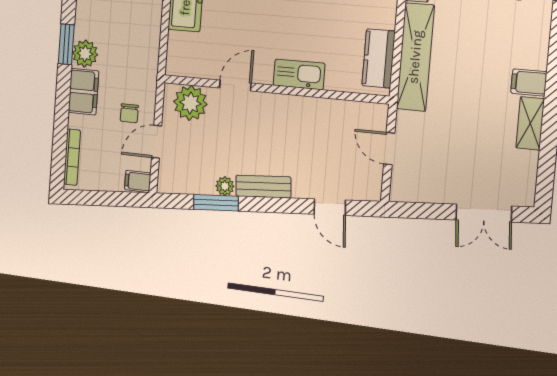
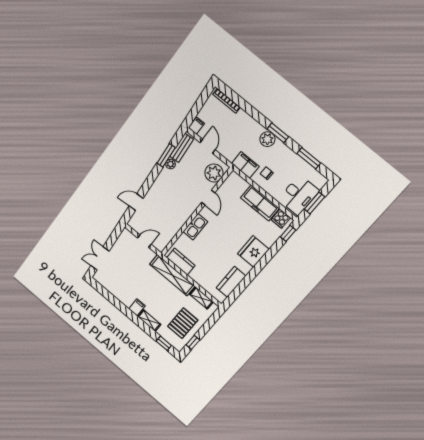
filing cabinet: (83, 92) -> (245, 165), moved, turned 180
chair: (129, 113) -> (267, 173), moved
shelving: (530, 123) -> (149, 320), moved
bench: (263, 187) -> (182, 148), moved

